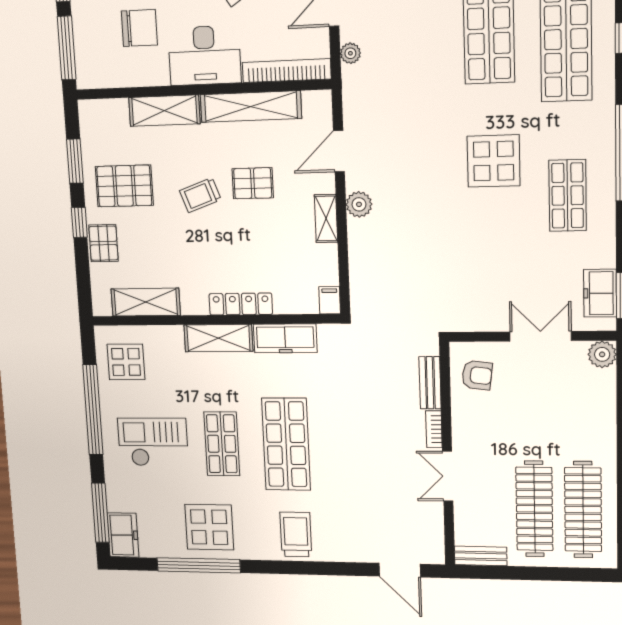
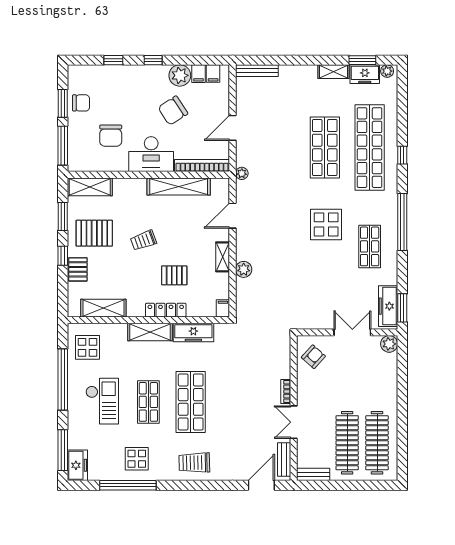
chair: (139, 28) -> (111, 136), turned 90
plant: (350, 53) -> (242, 173), moved
shelving: (164, 111) -> (90, 187), moved
pallet: (253, 183) -> (174, 275), moved
plant: (359, 204) -> (244, 269), moved
freezer: (600, 293) -> (388, 306), width x1.40
armchair: (477, 375) -> (313, 357), turned -55
bench: (430, 383) -> (284, 459), moved
checkout: (153, 442) -> (102, 401), turned 90
display table: (209, 527) -> (137, 459), width x0.73, depth x0.73
trolley: (296, 534) -> (194, 463), turned -91
door: (400, 570) -> (261, 485), swing flipped

